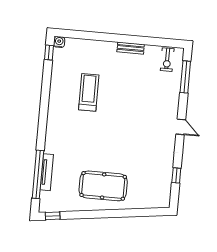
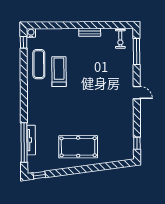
exercise mat: (65, 81) -> (39, 64), added
window: (176, 175) -> (137, 143), moved

